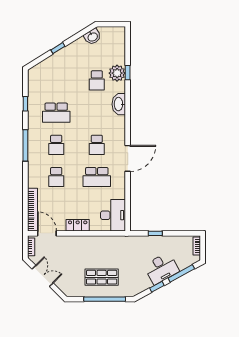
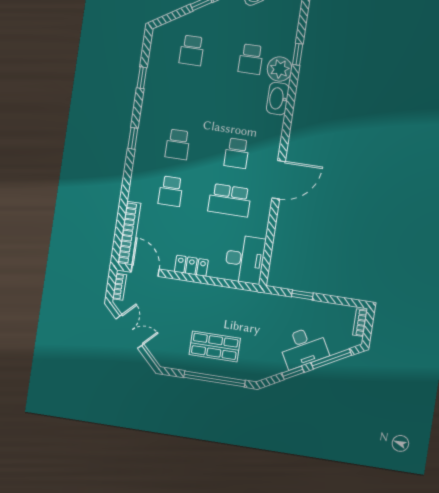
plant: (117, 73) -> (280, 69), moved
school desk: (56, 113) -> (192, 50), moved, width x0.54
window: (25, 145) -> (133, 138), width x0.46

